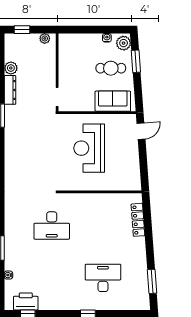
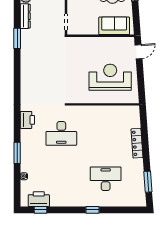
reception desk: (89, 148) -> (110, 77), moved, turned 90
printer: (13, 210) -> (27, 120), added
locker: (138, 220) -> (137, 143), moved

